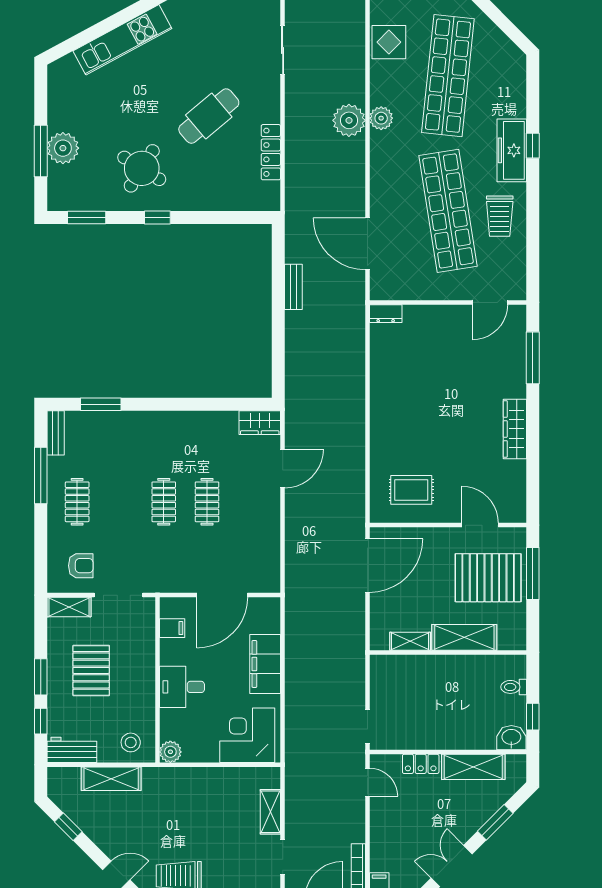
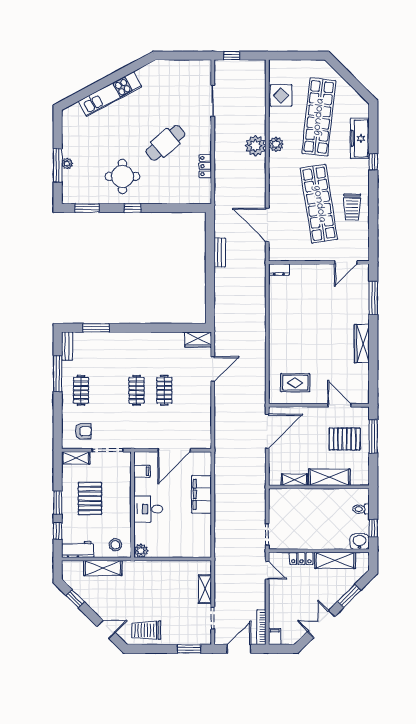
plant: (63, 148) -> (67, 163), width x0.53, depth x0.53
freezer: (512, 150) -> (360, 138), moved
locker: (271, 152) -> (205, 166), width x0.66
round table: (142, 168) -> (122, 176), turned -32
pallet: (488, 578) -> (345, 439), width x0.73, depth x0.71
corner desk: (247, 735) -> (190, 540), removed

